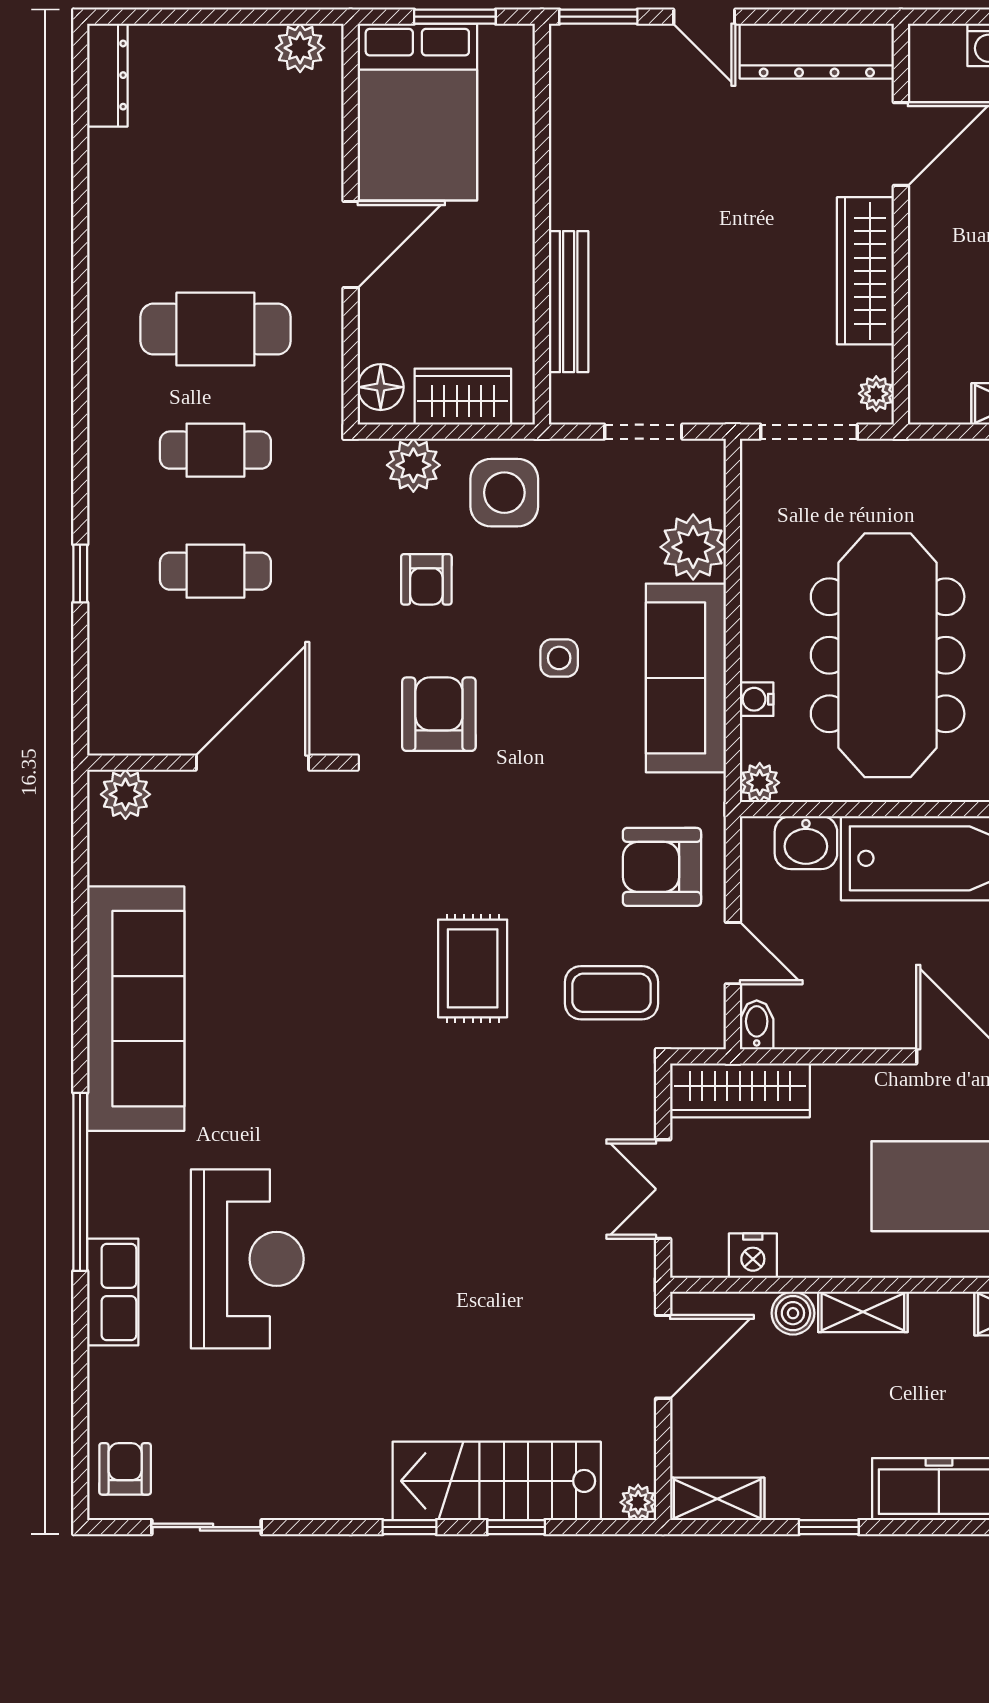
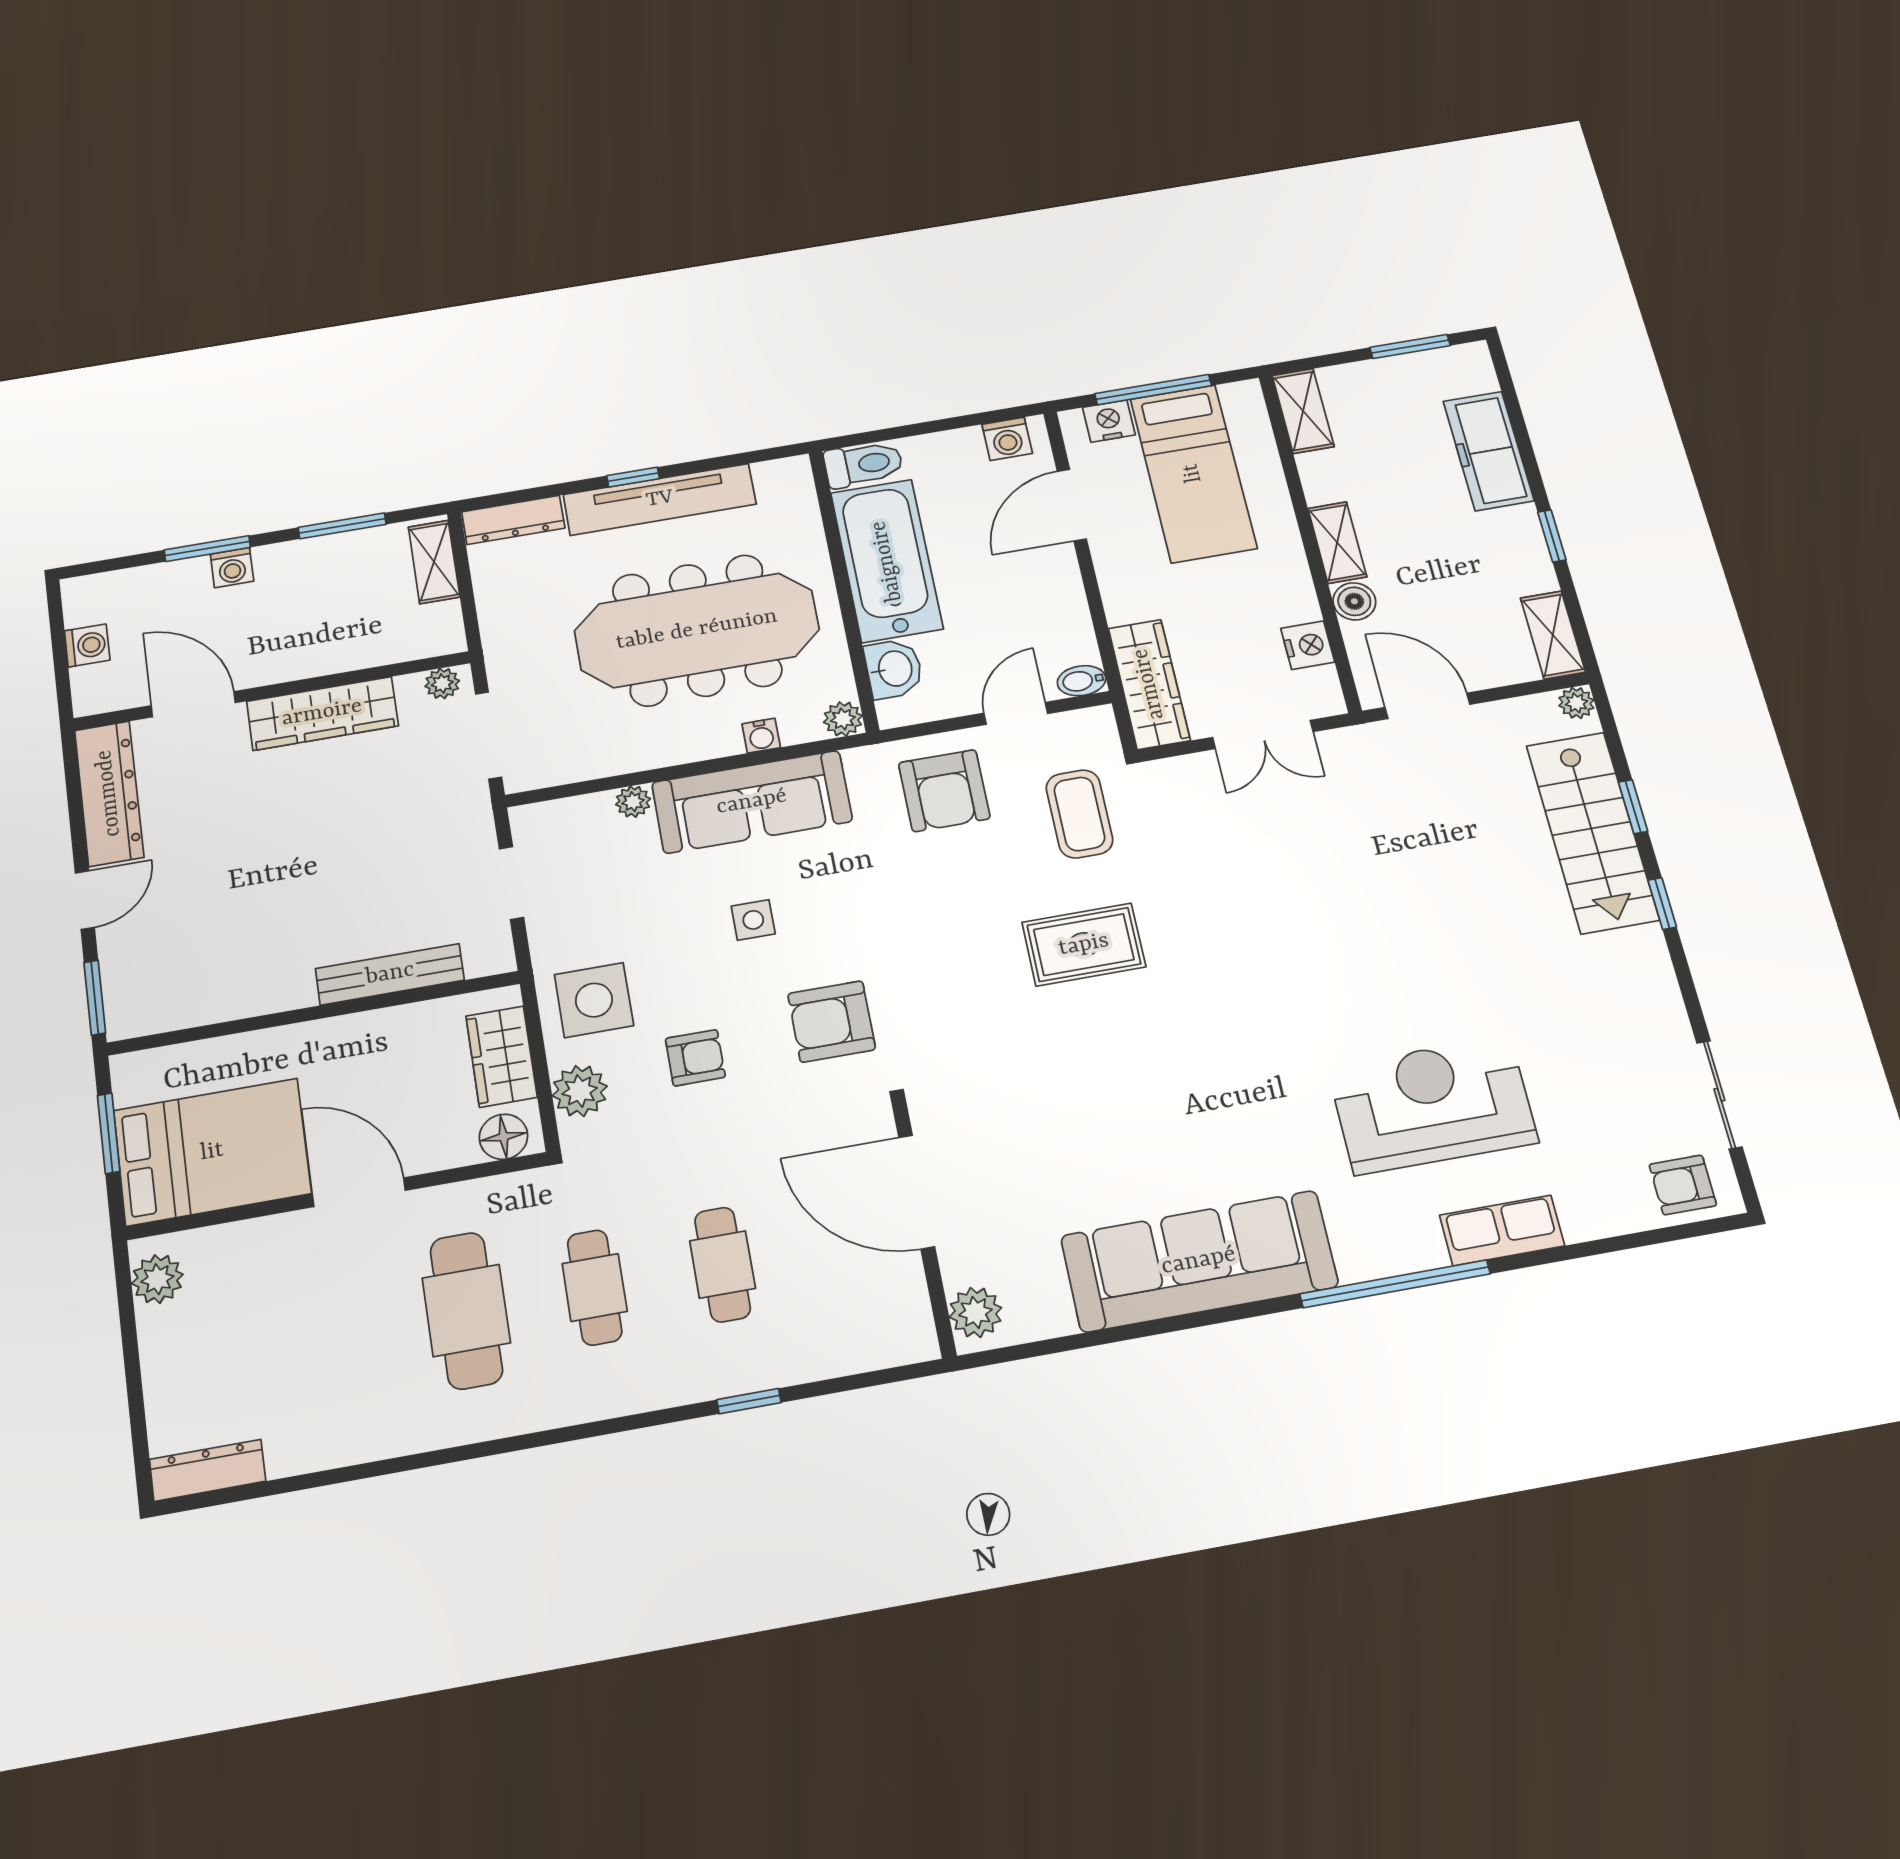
plant: (693, 547) -> (633, 802), width x0.53, depth x0.53

